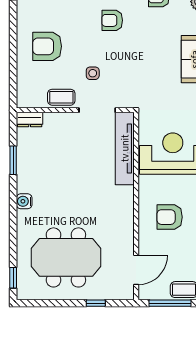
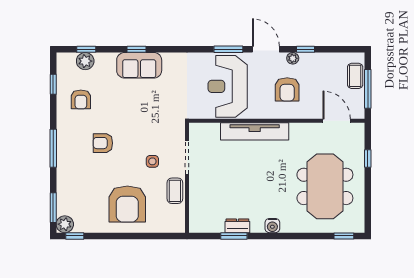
armchair: (112, 20) -> (103, 143), turned 90
armchair: (47, 46) -> (127, 204), width x1.36, depth x1.36
dresser: (30, 120) -> (237, 226), moved, turned -90
tv unit: (125, 148) -> (255, 131), moved

